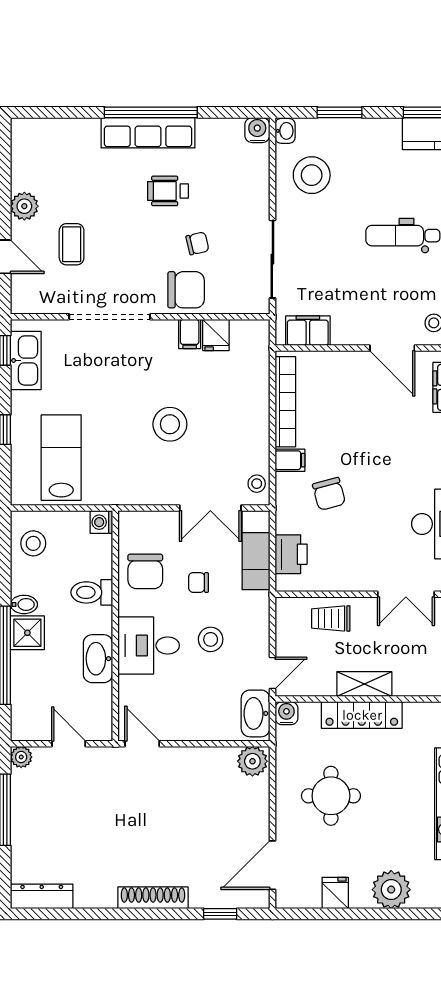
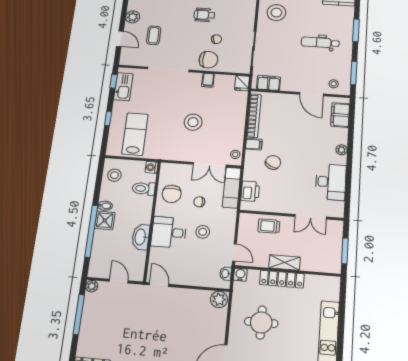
fridge: (216, 335) -> (242, 83), moved
chair: (329, 494) -> (273, 162), turned -138
toilet: (92, 592) -> (144, 189), moved
door: (272, 673) -> (235, 252), hinge flipped
washbasin: (255, 713) -> (226, 274), width x0.52, depth x0.69

